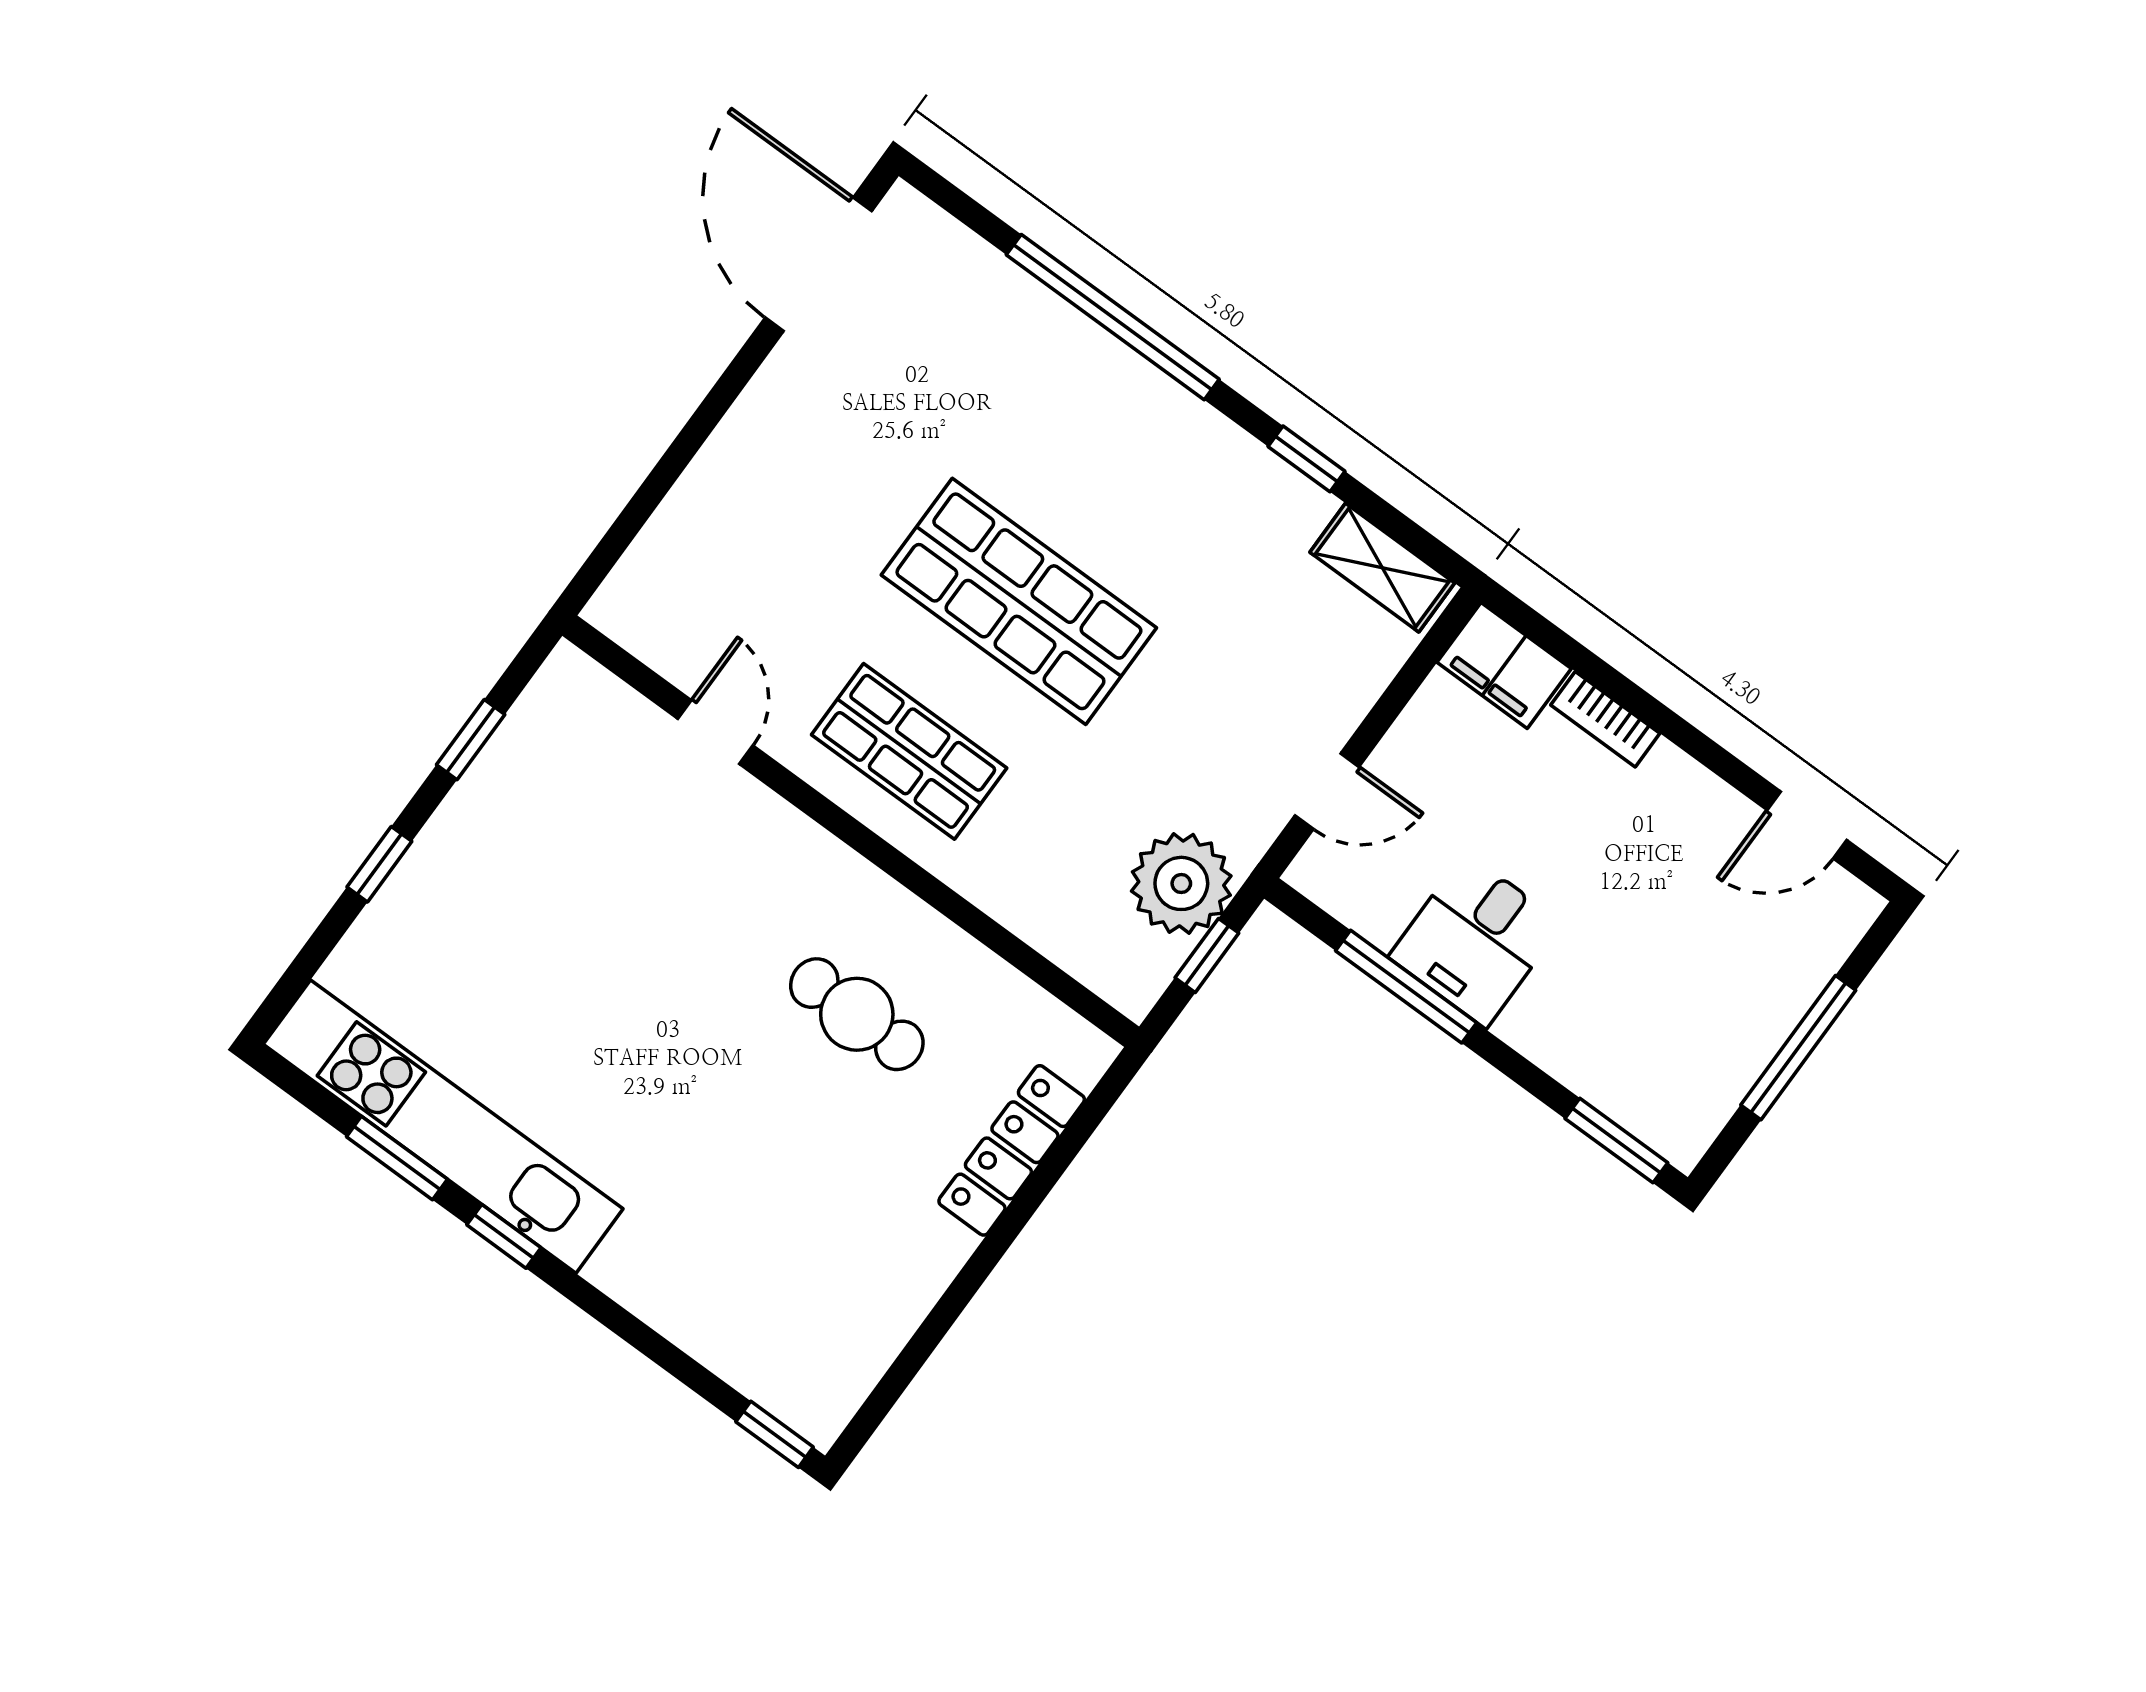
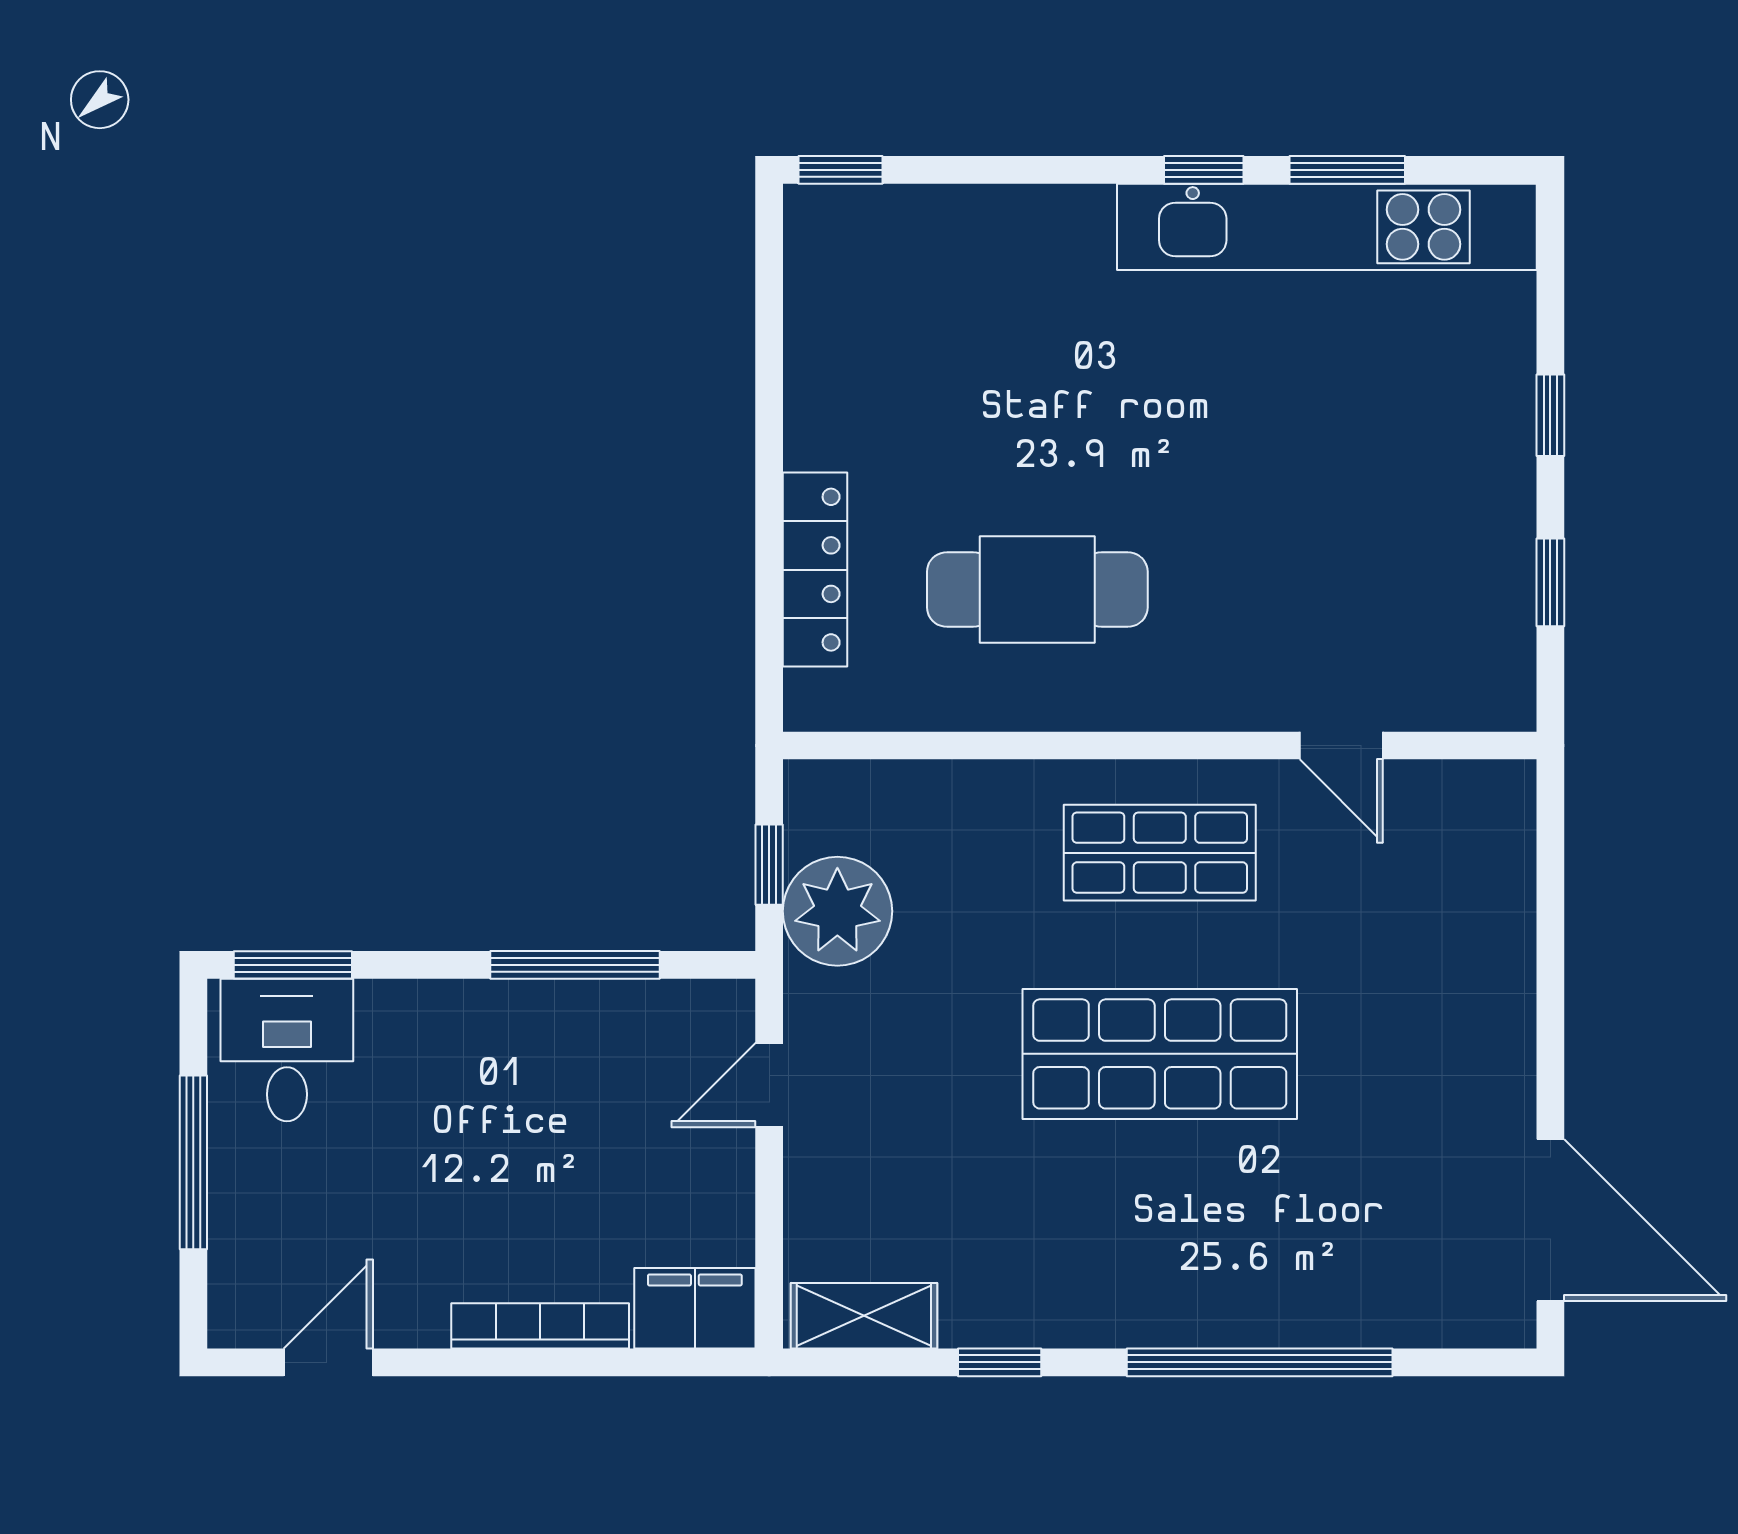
bookcase: (1605, 719) -> (540, 1326), width x1.56
desk: (1476, 940) -> (287, 1050), moved
cafe table: (857, 1014) -> (1037, 590), width x1.37, depth x1.35

